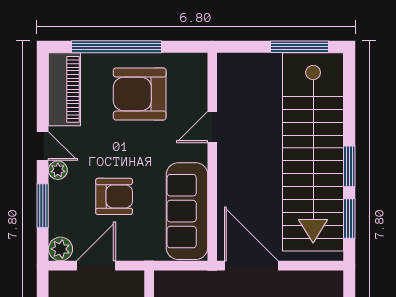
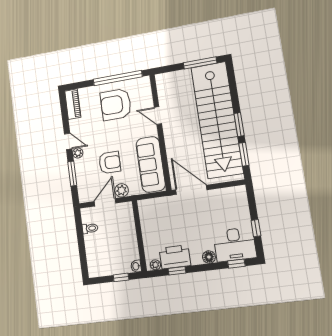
window: (116, 47) -> (118, 78), moved
piano: (64, 89) -> (73, 104), width x0.73, depth x0.75
door: (212, 127) -> (158, 116), hinge flipped
plant: (60, 249) -> (122, 190), moved

